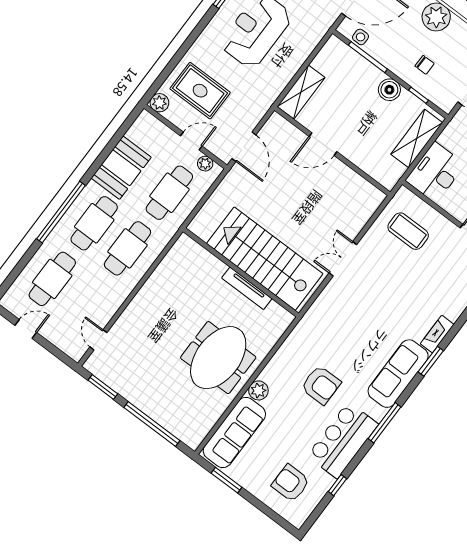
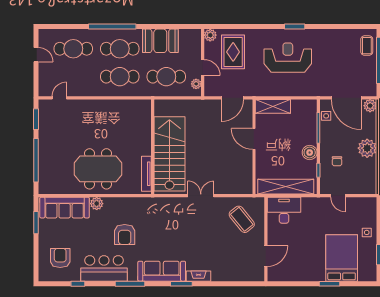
shelving: (417, 138) -> (286, 187), width x1.47
door: (244, 147) -> (232, 98), moved
coffee table: (408, 231) -> (242, 219), turned -39
tv unit: (247, 288) -> (146, 174), moved

